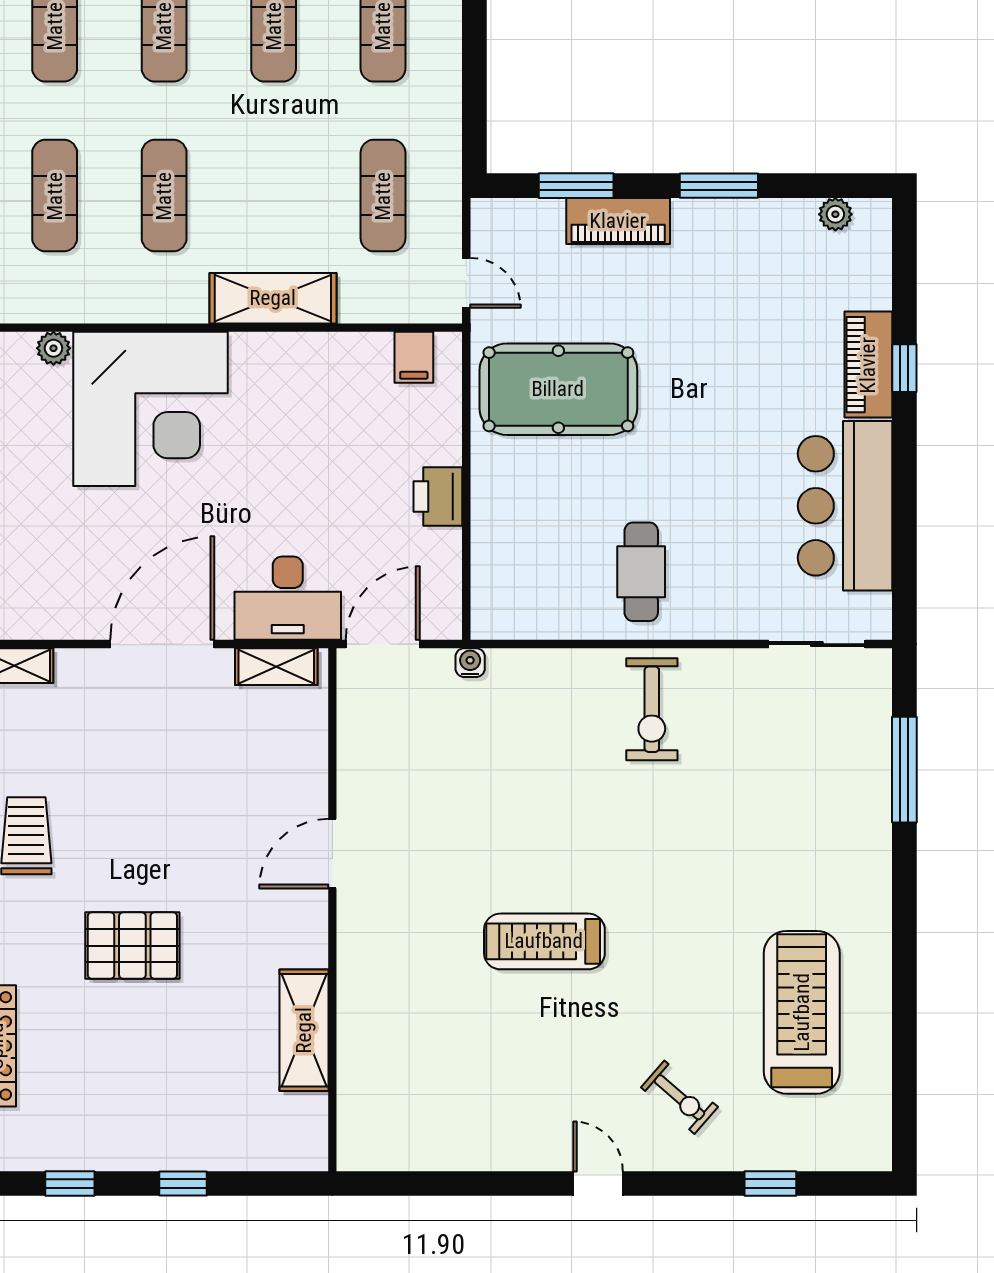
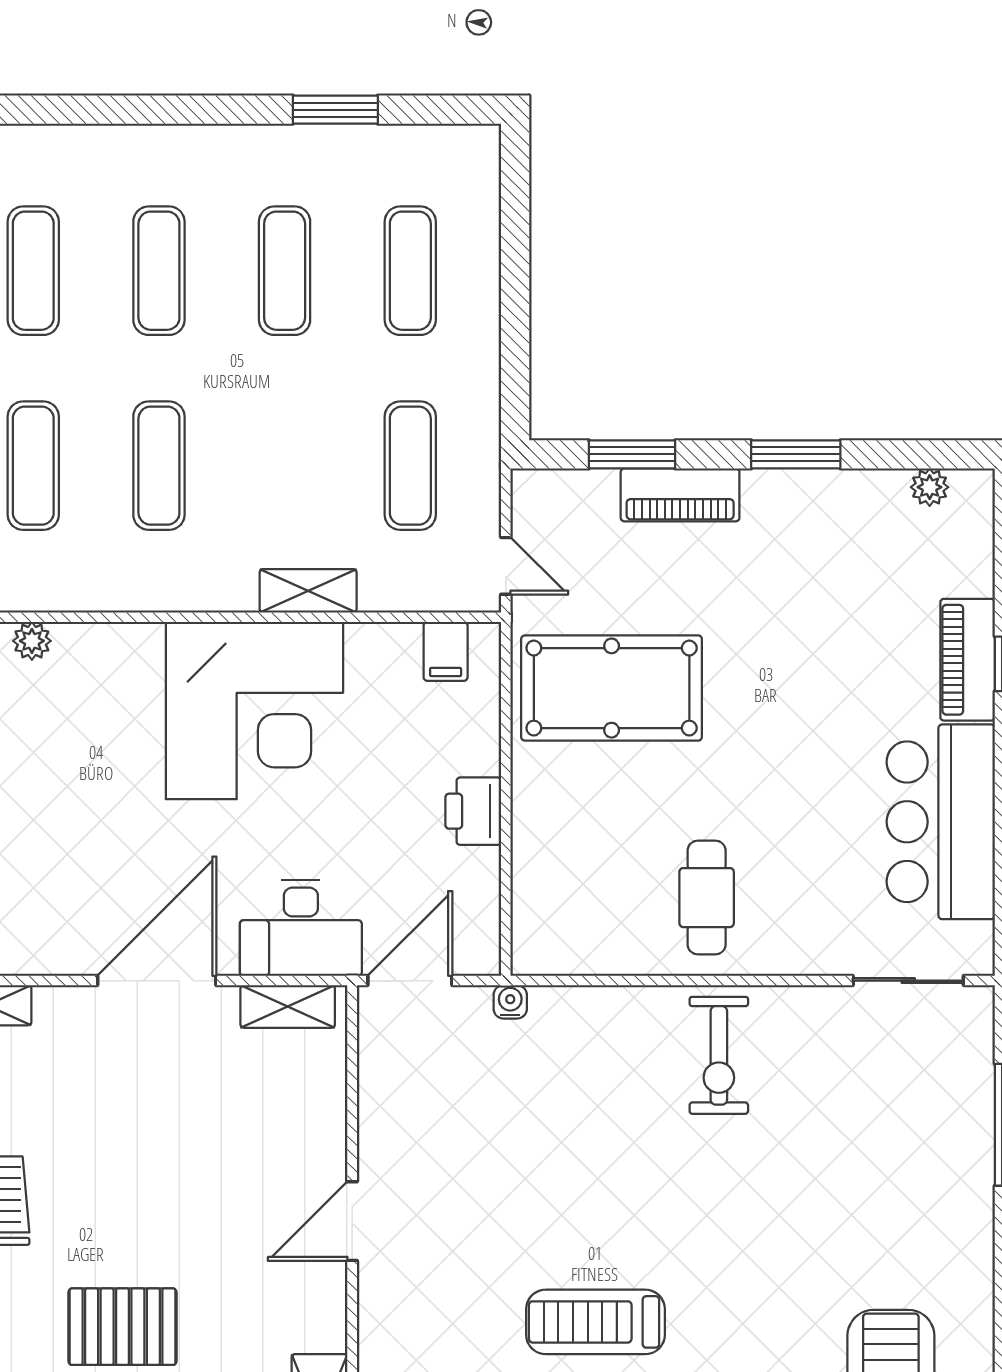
shelving: (273, 298) -> (308, 591), width x0.67, depth x0.75
corner desk: (150, 409) -> (254, 711), moved

